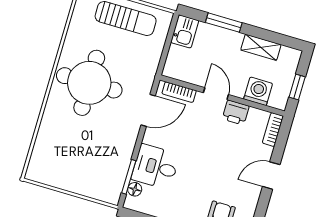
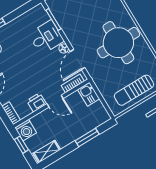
kitchen sink: (185, 31) -> (89, 94), moved
shelving: (261, 47) -> (47, 151), moved
washing machine: (258, 91) -> (26, 130), moved
floor lamp: (135, 189) -> (64, 48), moved

